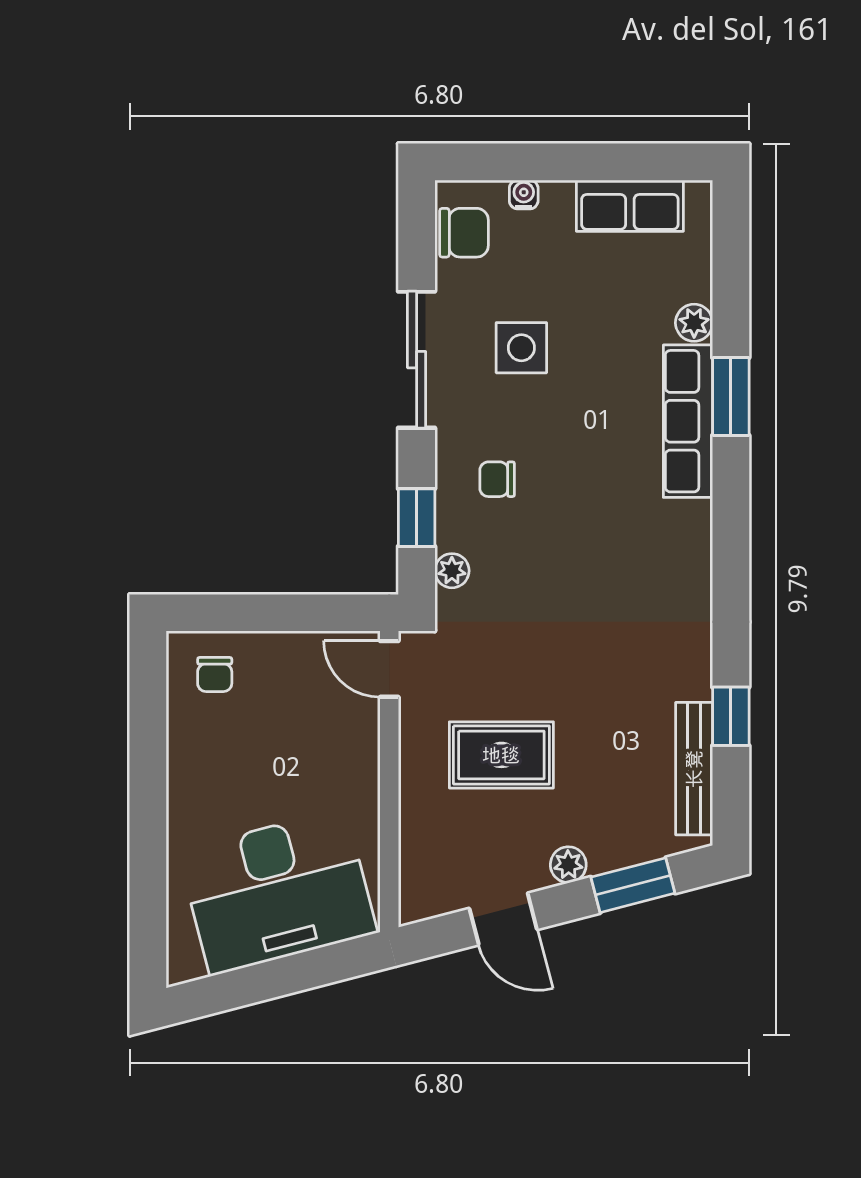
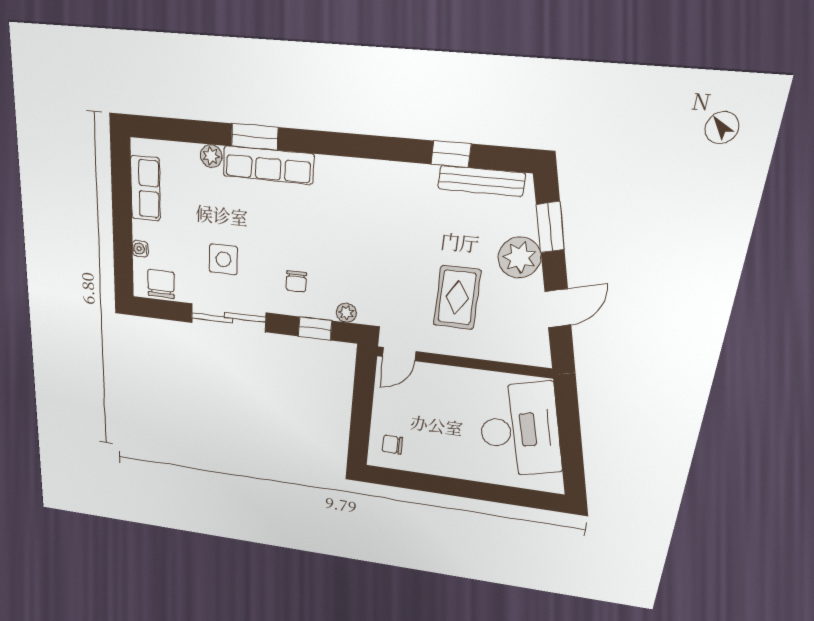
chair: (215, 675) -> (392, 445), turned 180
plant: (568, 865) -> (520, 257), width x1.87, depth x1.87

